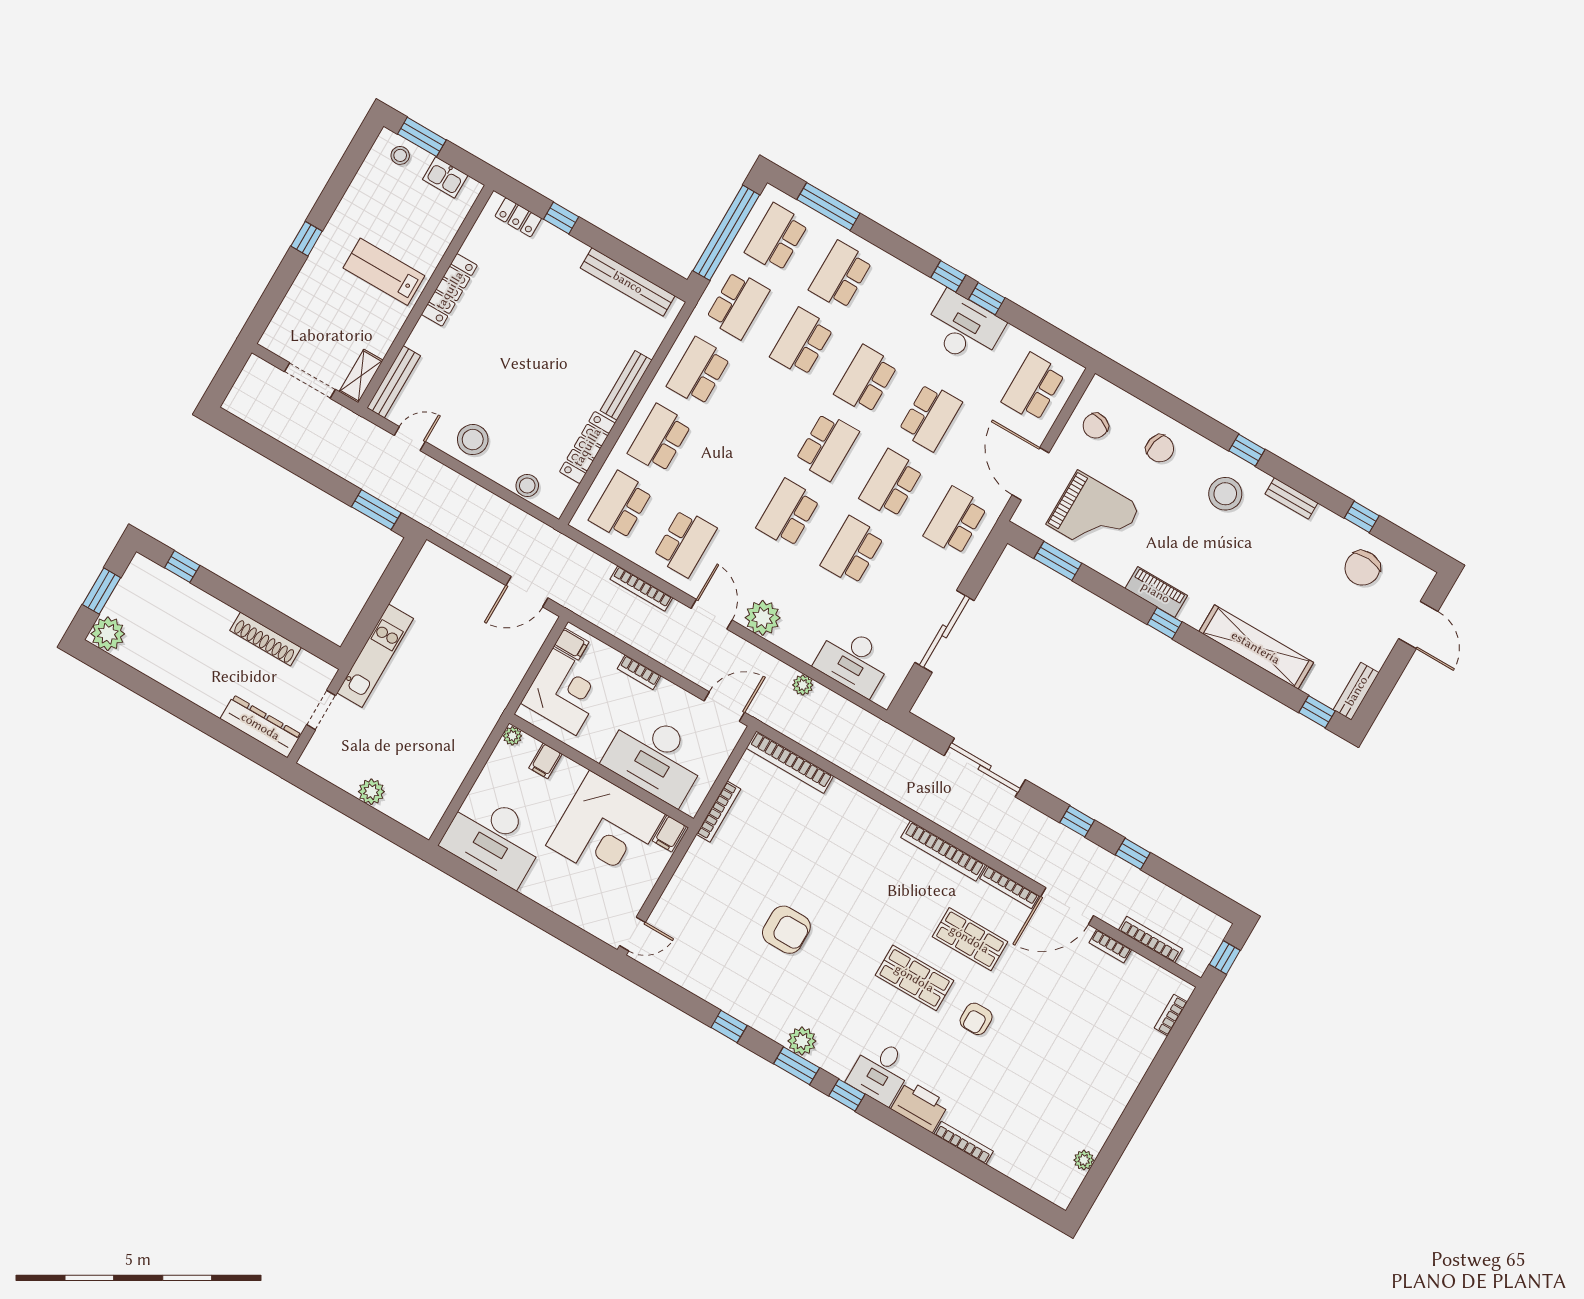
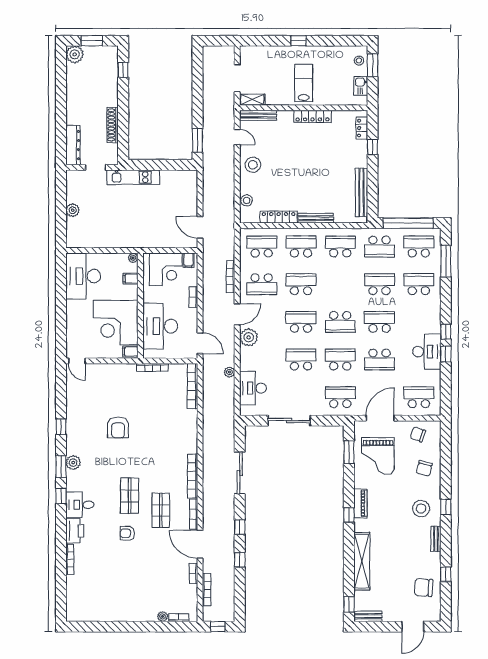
school desk: (724, 476) -> (301, 284), added
plant: (1084, 1160) -> (163, 616), moved

